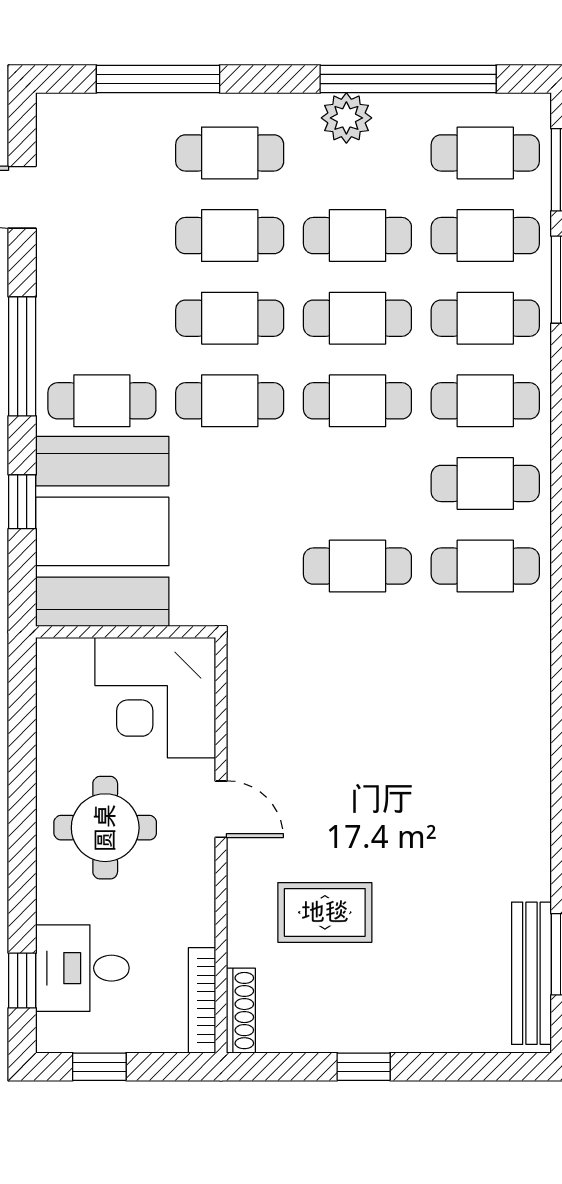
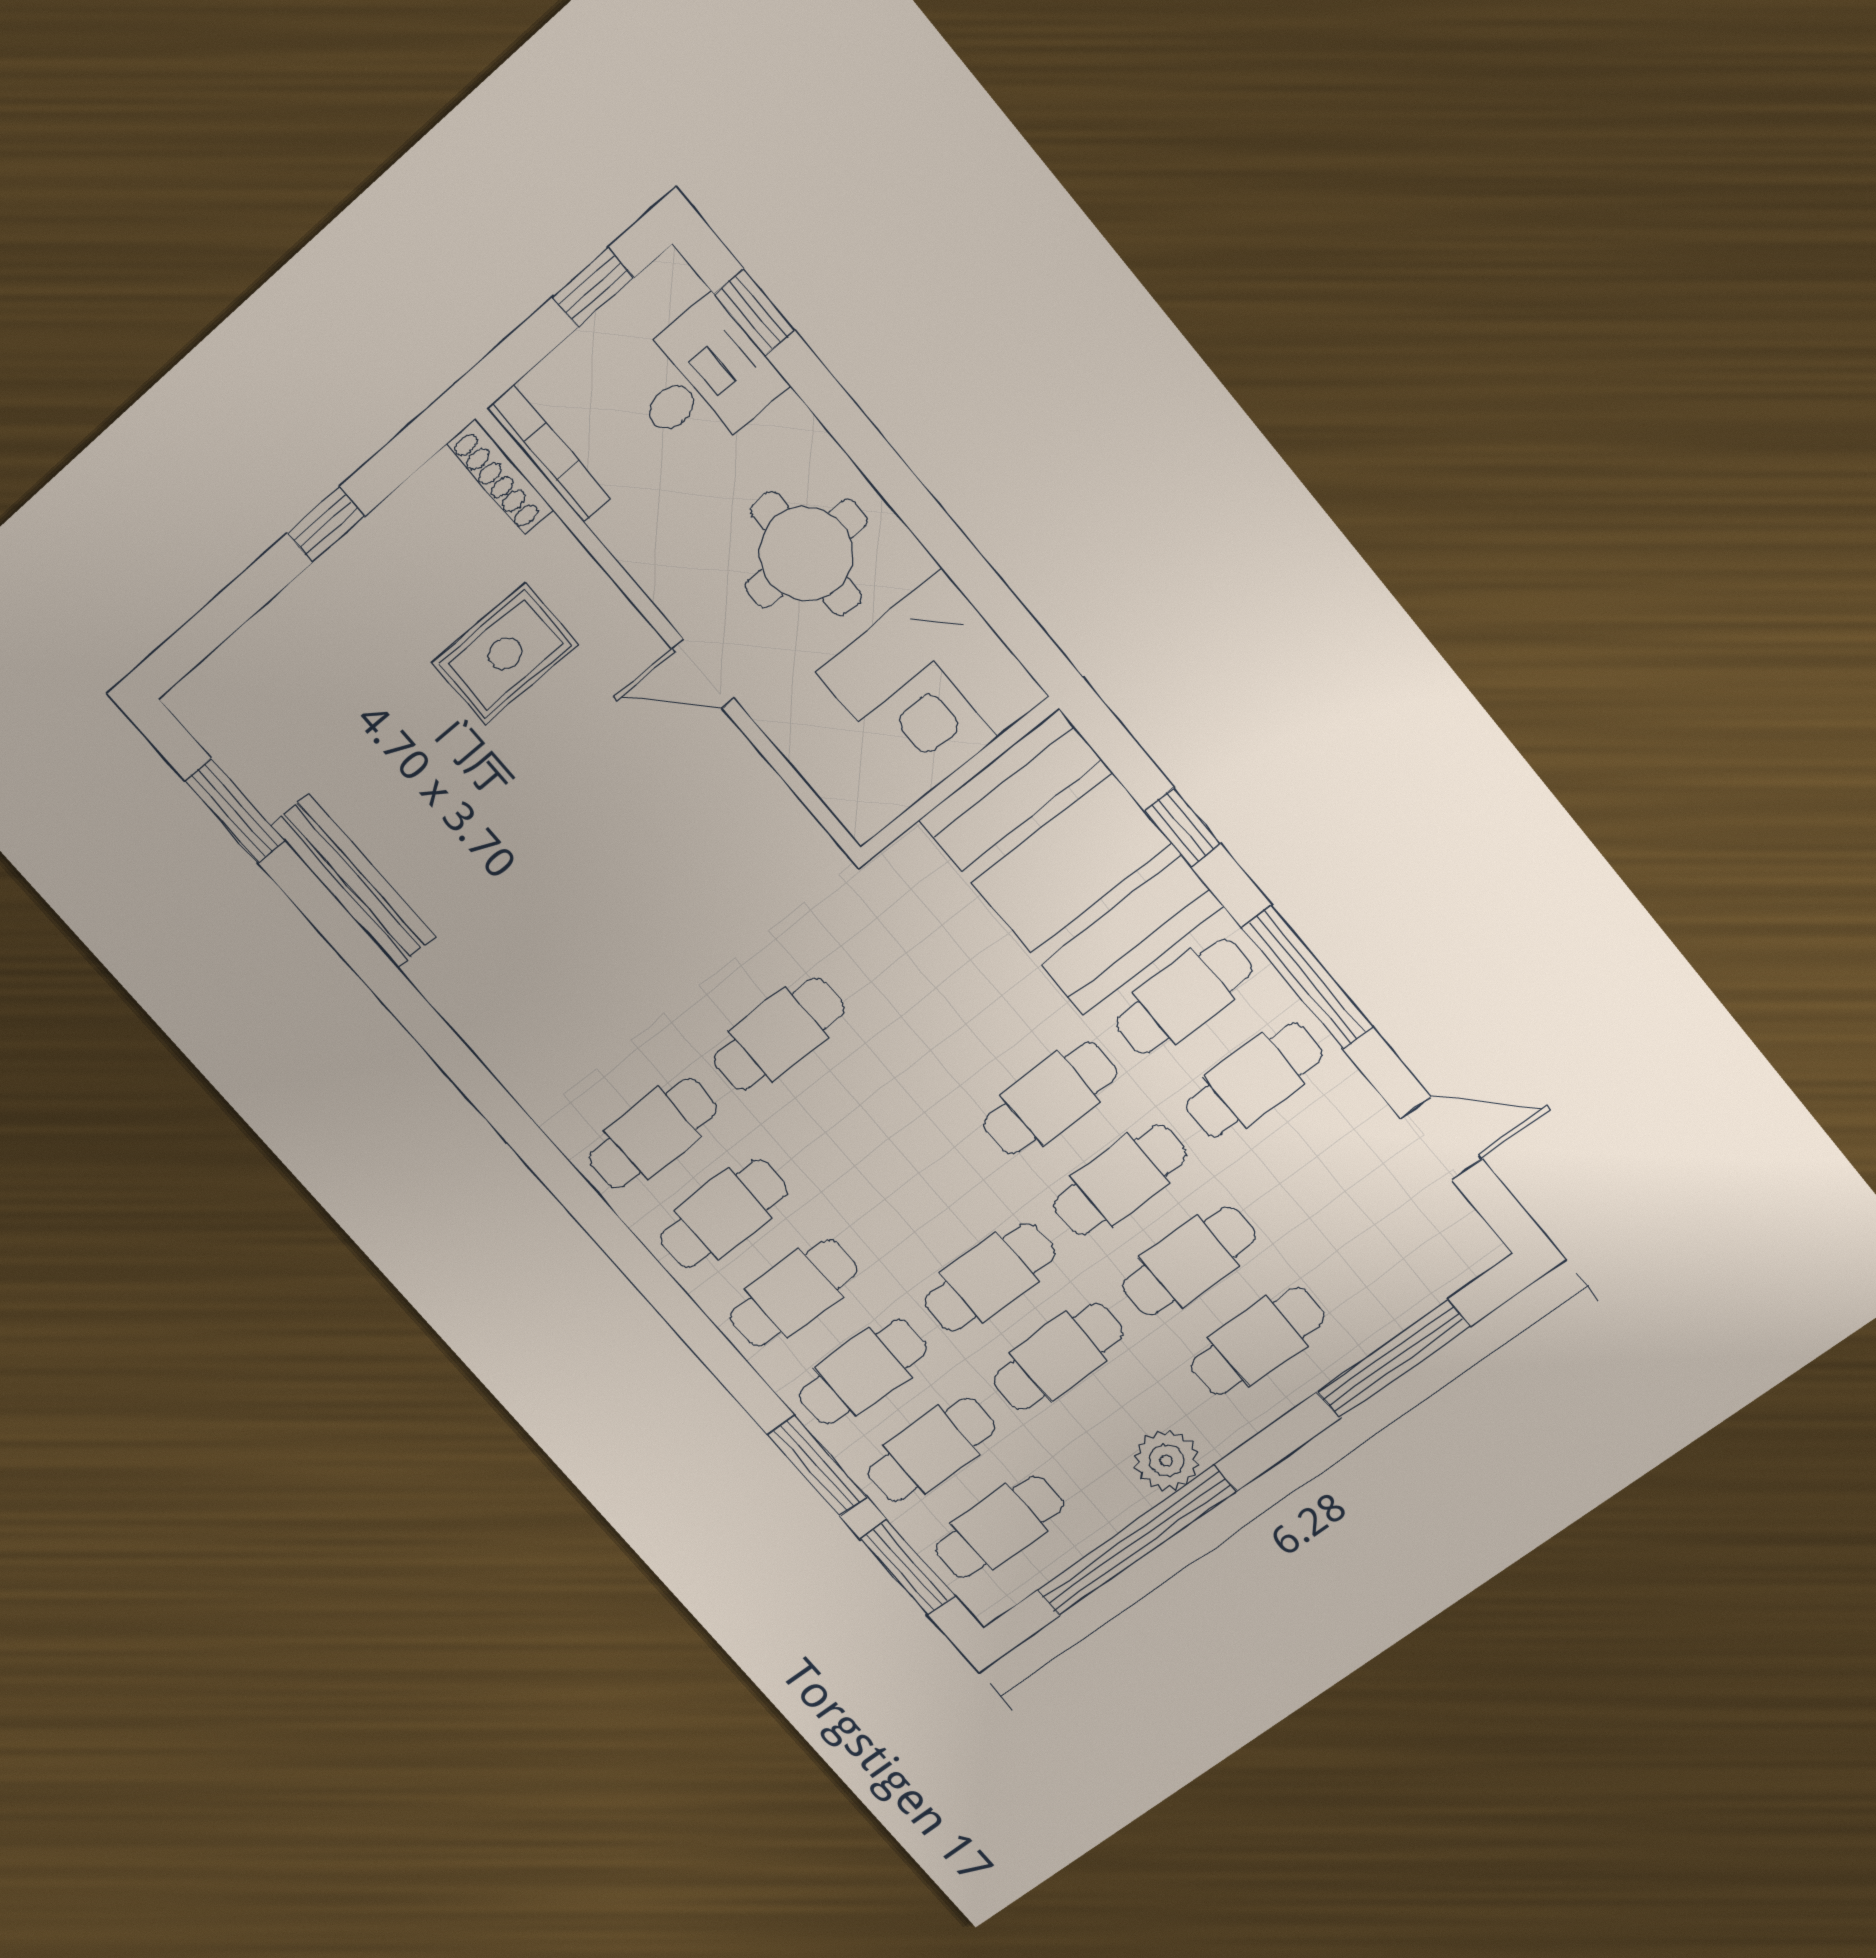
cafe table: (357, 401) -> (1254, 1080), moved
corner desk: (155, 698) -> (932, 684), moved, turned 180
bench: (531, 973) -> (353, 881), moved

